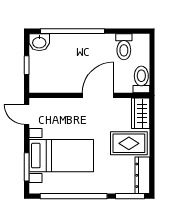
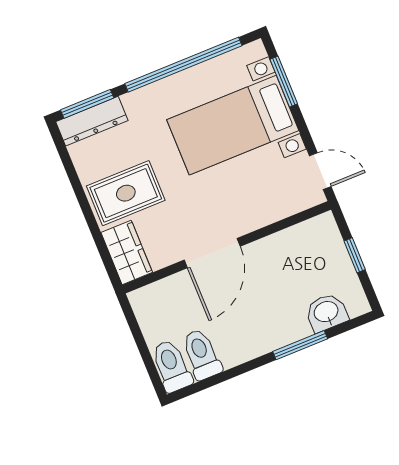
window: (72, 31) -> (300, 345), width x0.47
washbasin: (39, 42) -> (326, 312), moved
toilet: (141, 79) -> (172, 366), moved, turned 180
dresser: (142, 175) -> (92, 121), moved, turned 90

